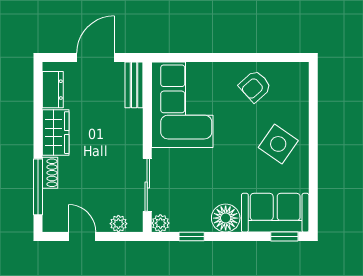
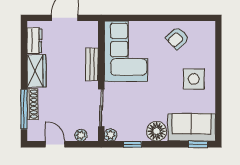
bench: (134, 85) -> (92, 64), moved
side table: (278, 144) -> (194, 79), turned -35
shoe rack: (50, 173) -> (32, 104), width x1.43

